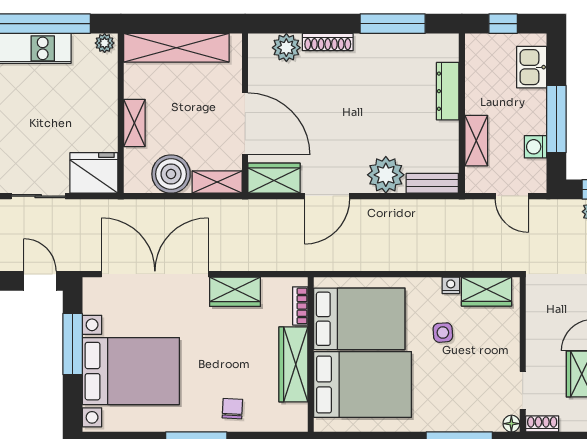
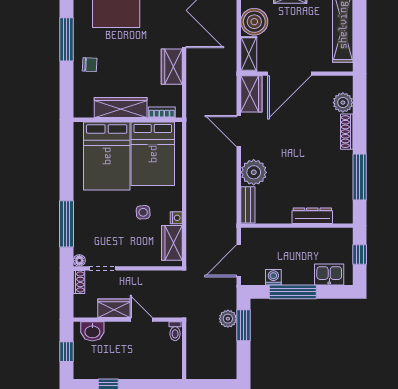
shelving: (476, 141) -> (278, 236), removed
door: (512, 196) -> (239, 261), width x1.38

